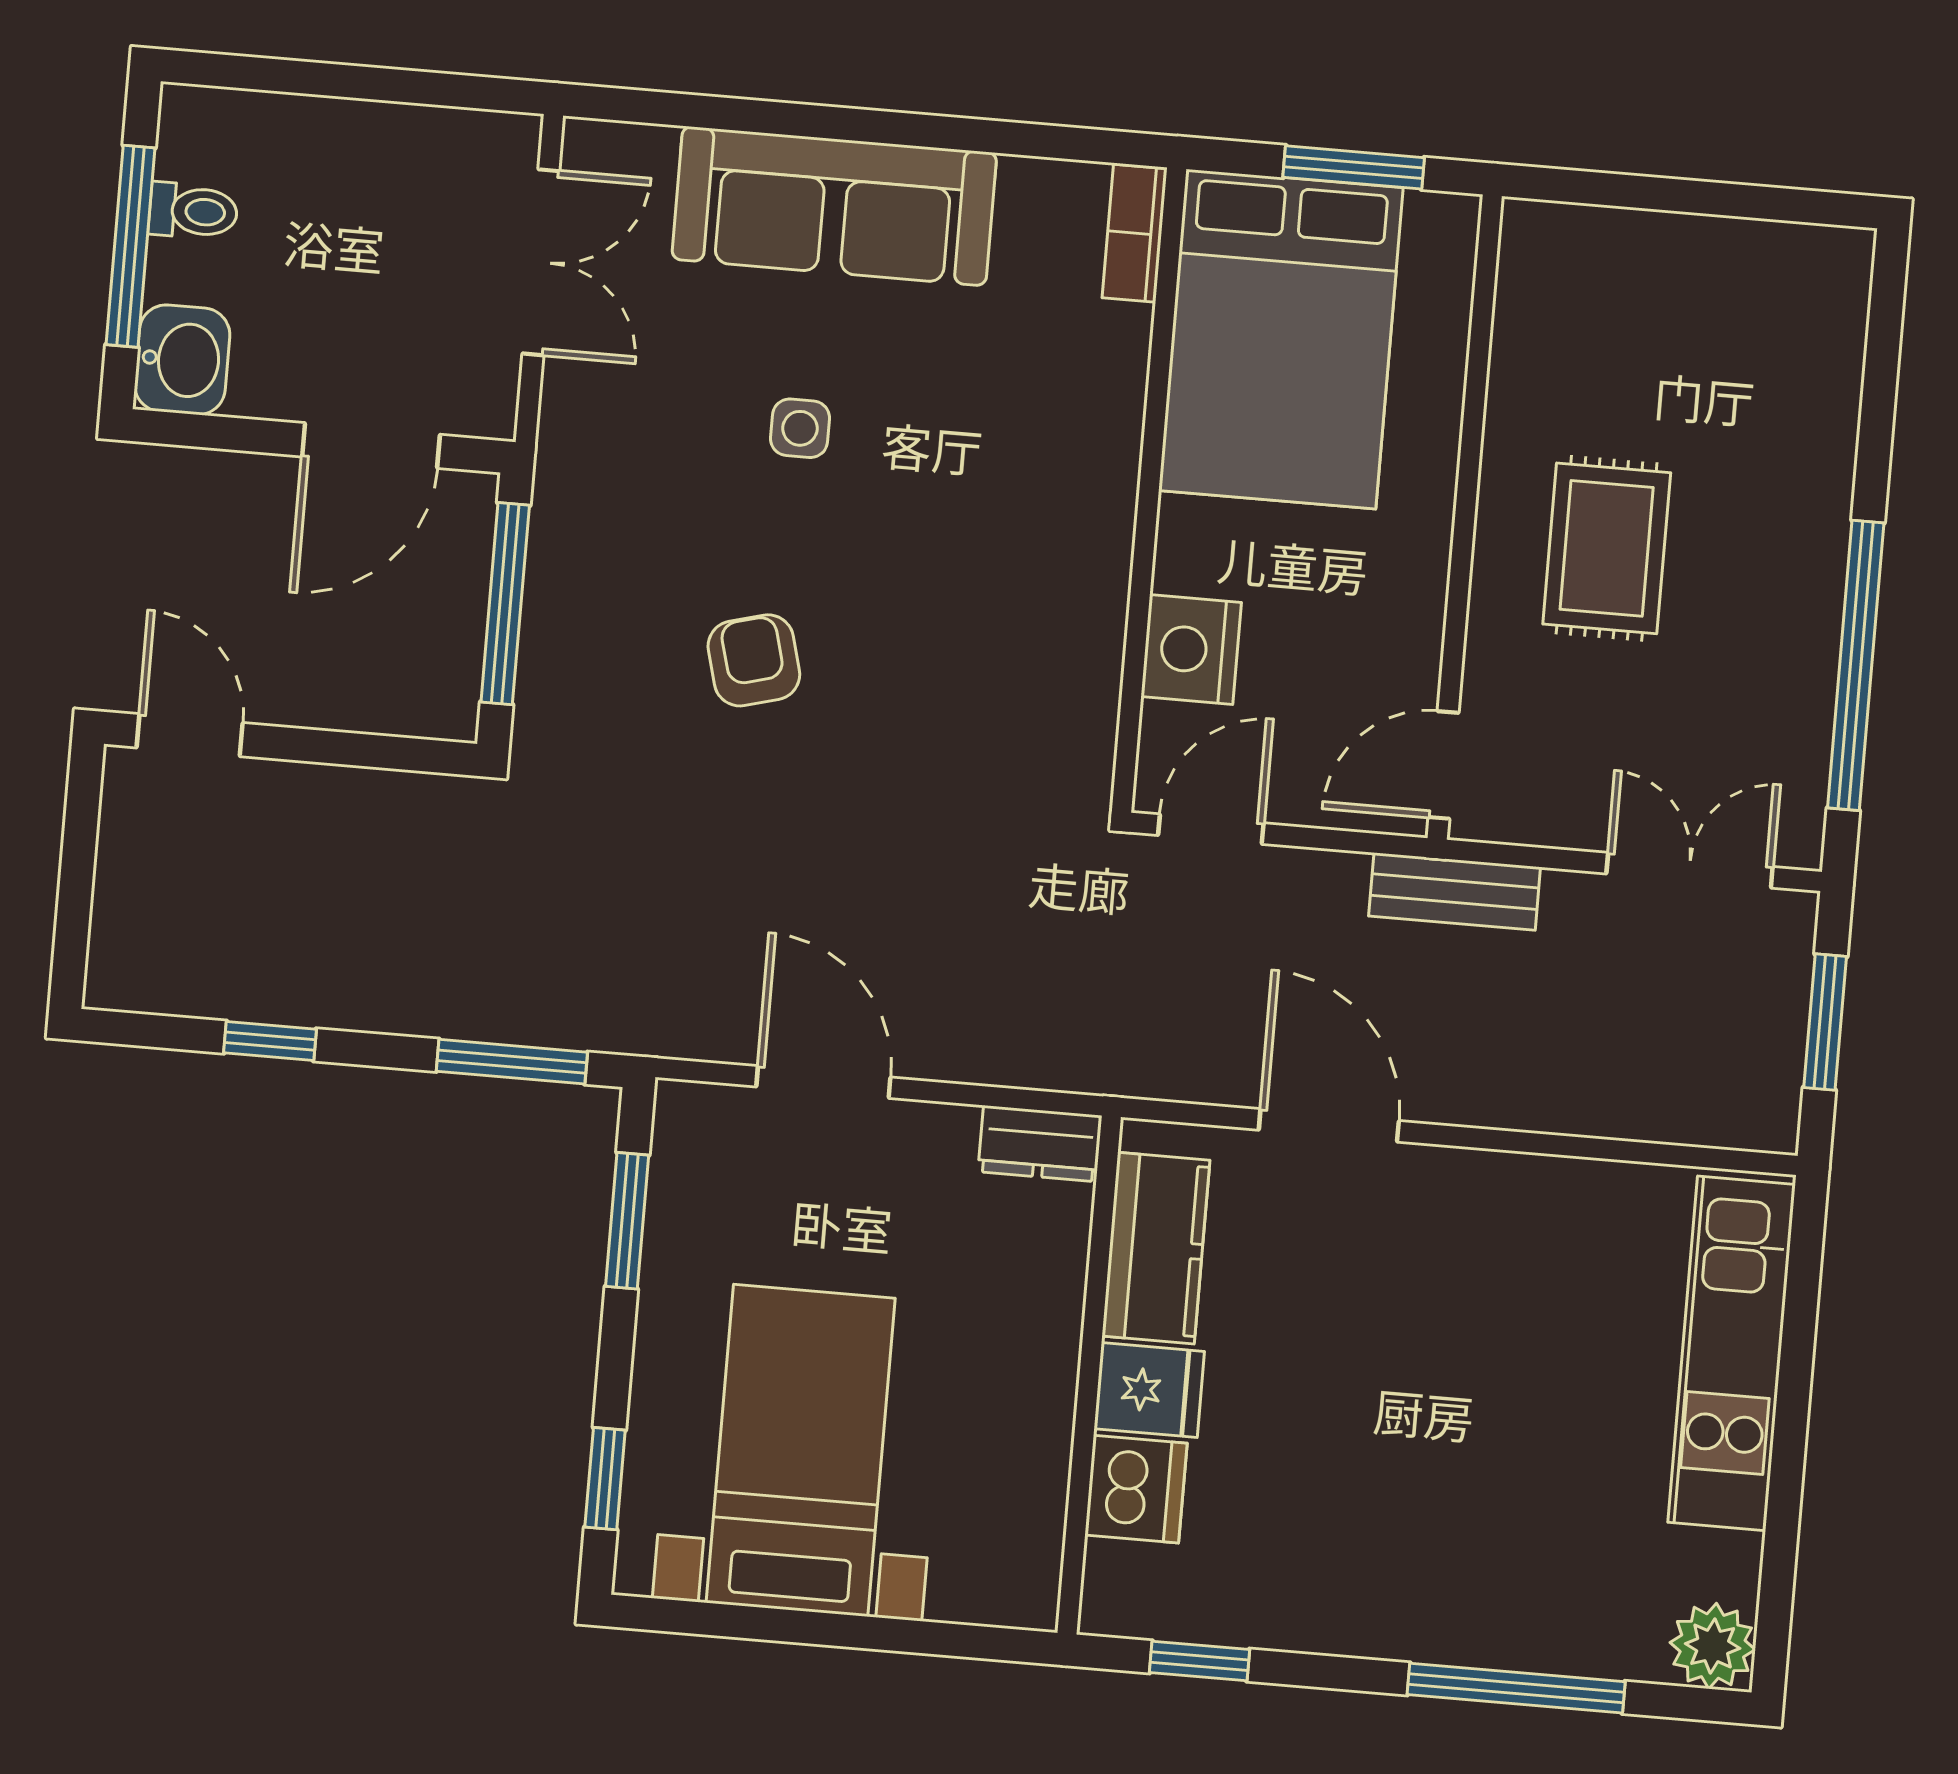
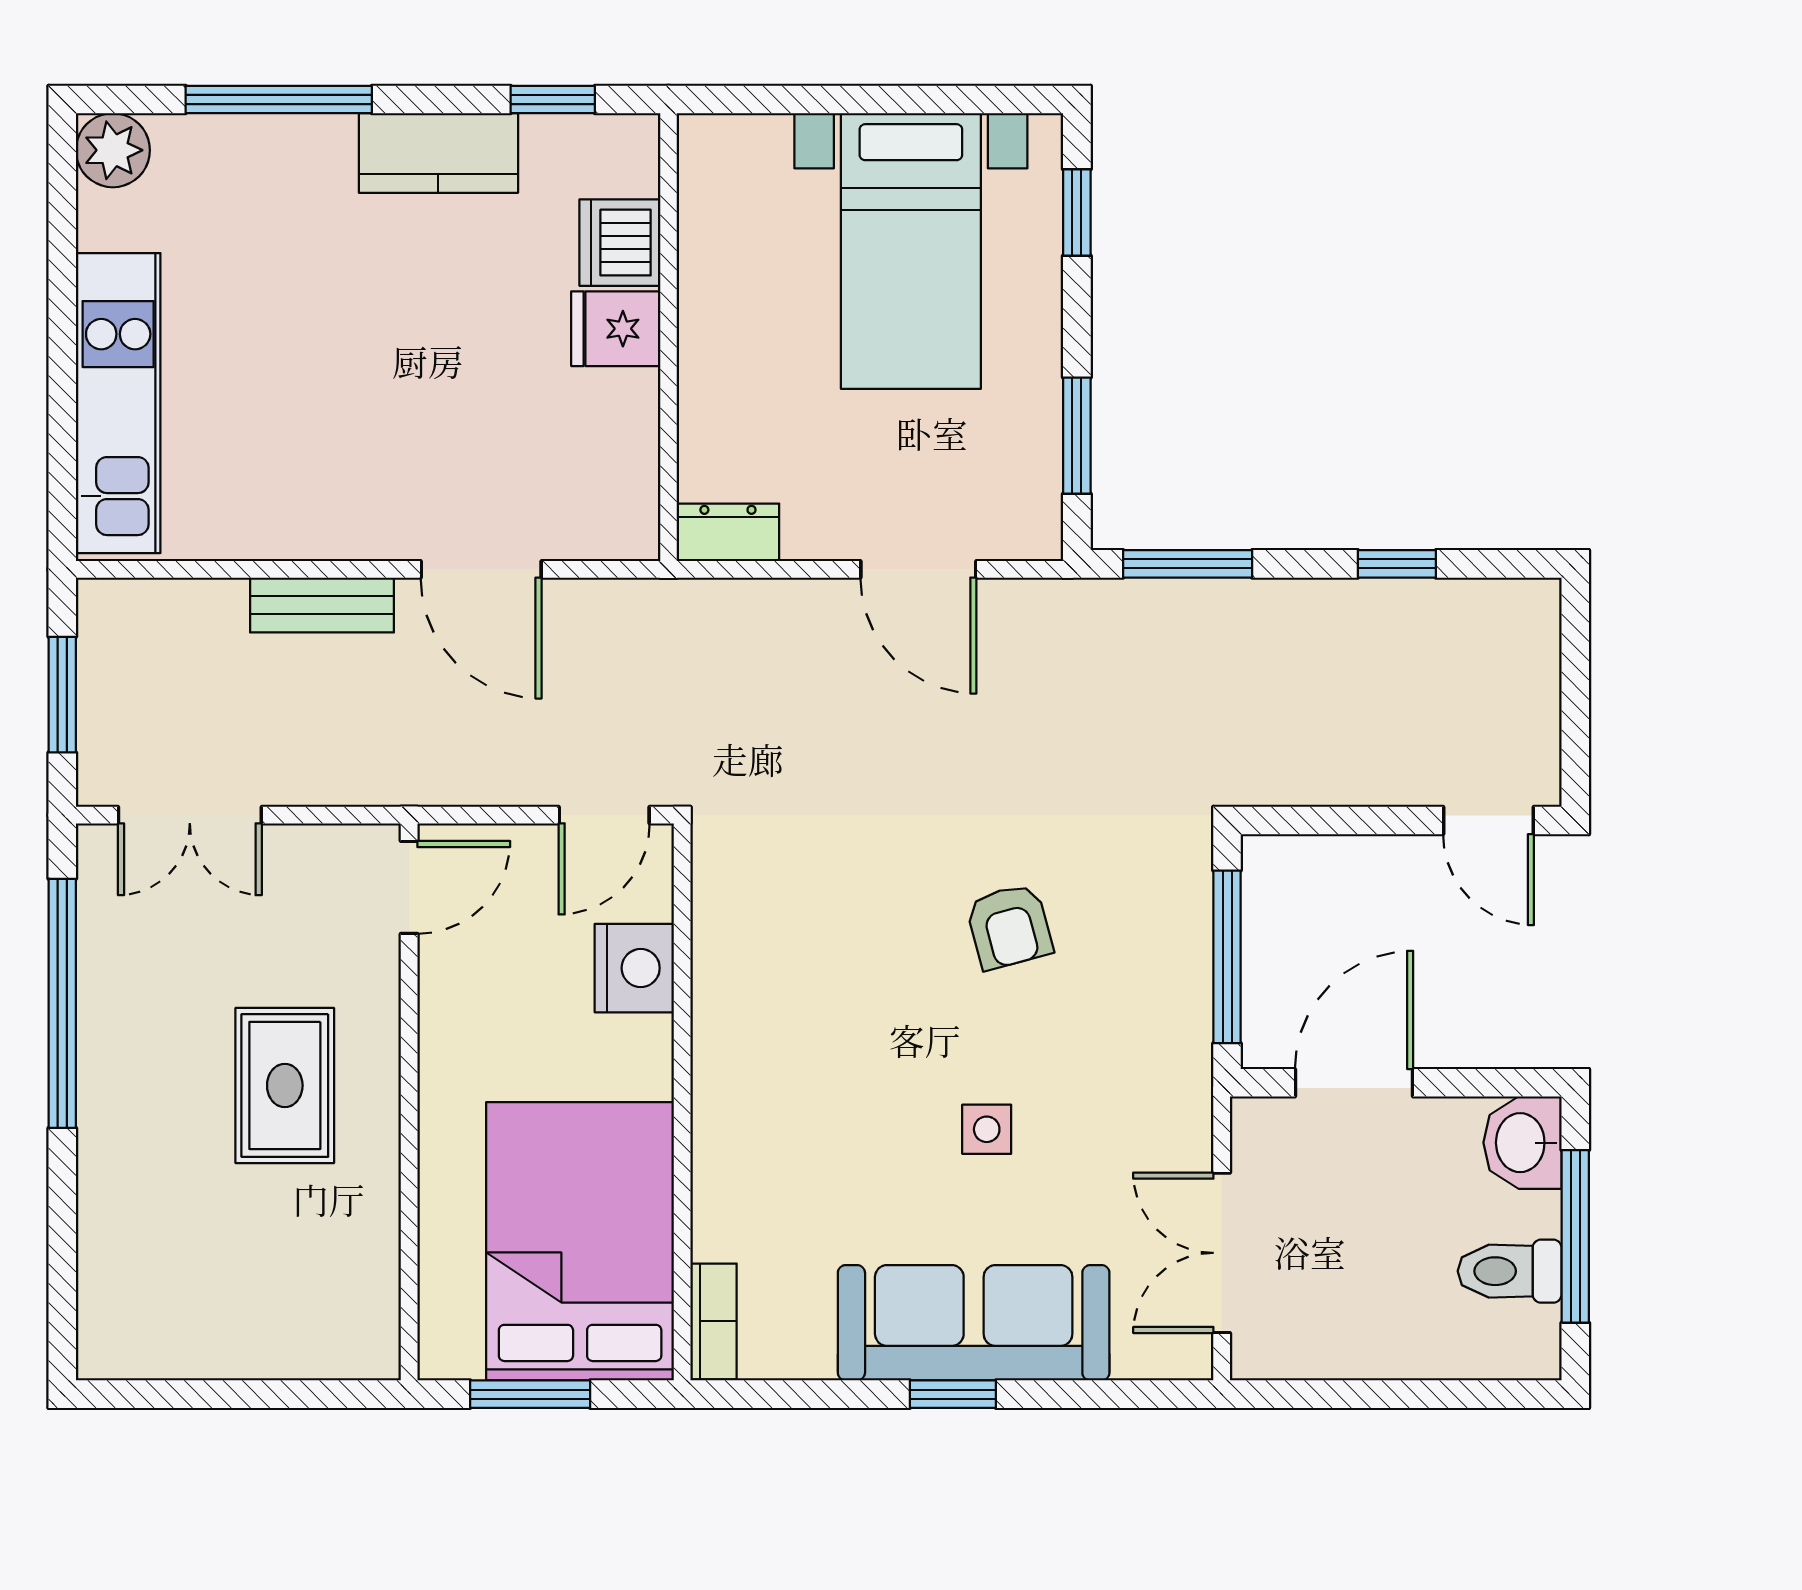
window: (865, 126) -> (953, 1394), added
toilet: (193, 211) -> (1510, 1271), width x1.37, depth x1.39
bench: (1455, 892) -> (322, 605), moved
kitchen counter: (1156, 1248) -> (438, 153), moved, turned -90

